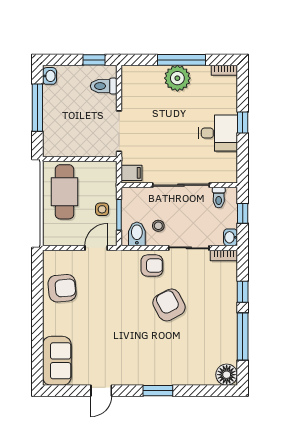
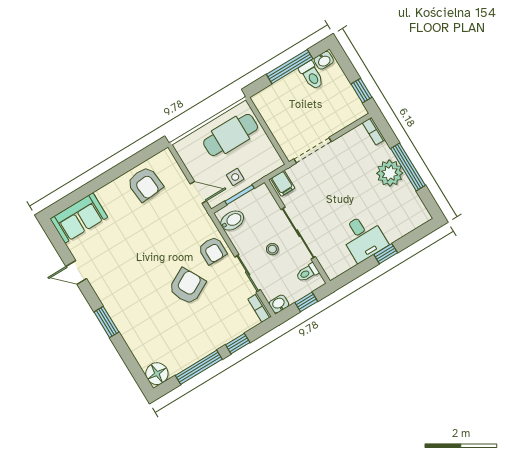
bookcase: (224, 70) -> (374, 131), moved
toilet: (104, 86) -> (311, 75), moved, turned 180
stool: (158, 226) -> (272, 249), moved

